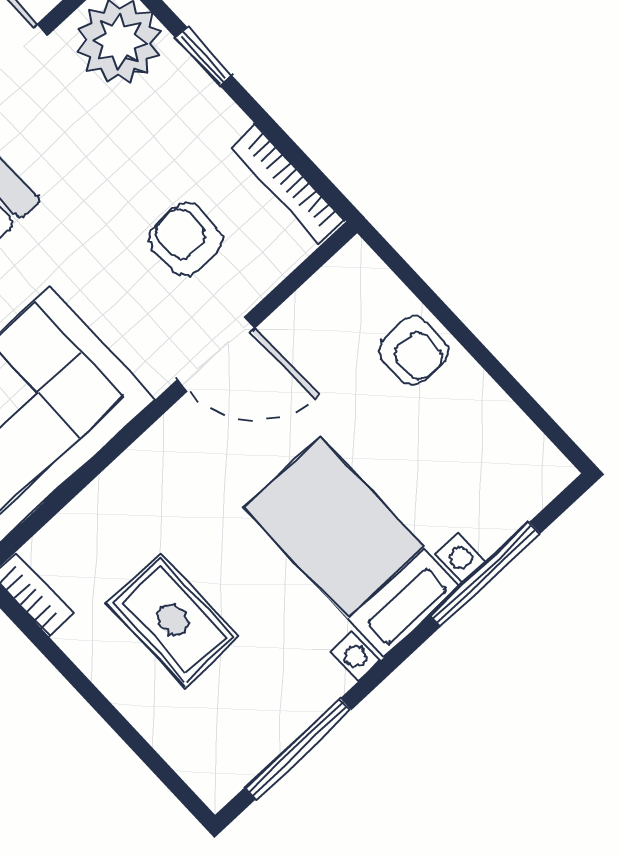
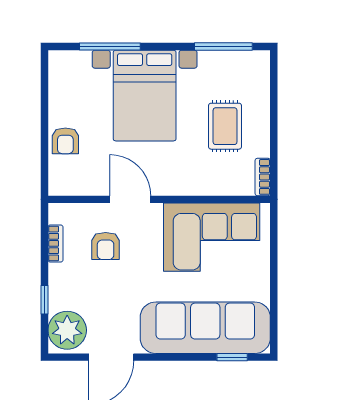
bookcase: (288, 183) -> (55, 243), width x0.64
armchair: (413, 351) -> (65, 141), turned 180
bed with nightstands: (352, 547) -> (145, 96), width x1.36

